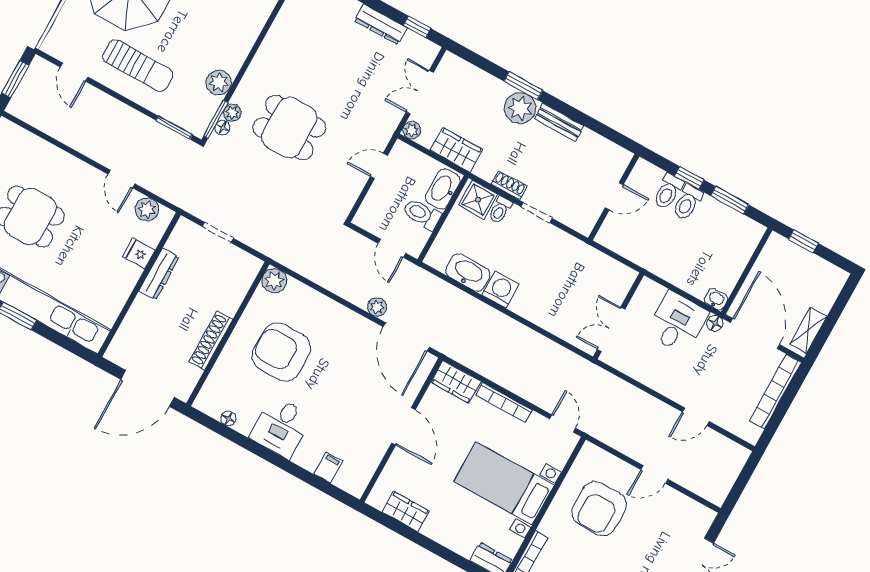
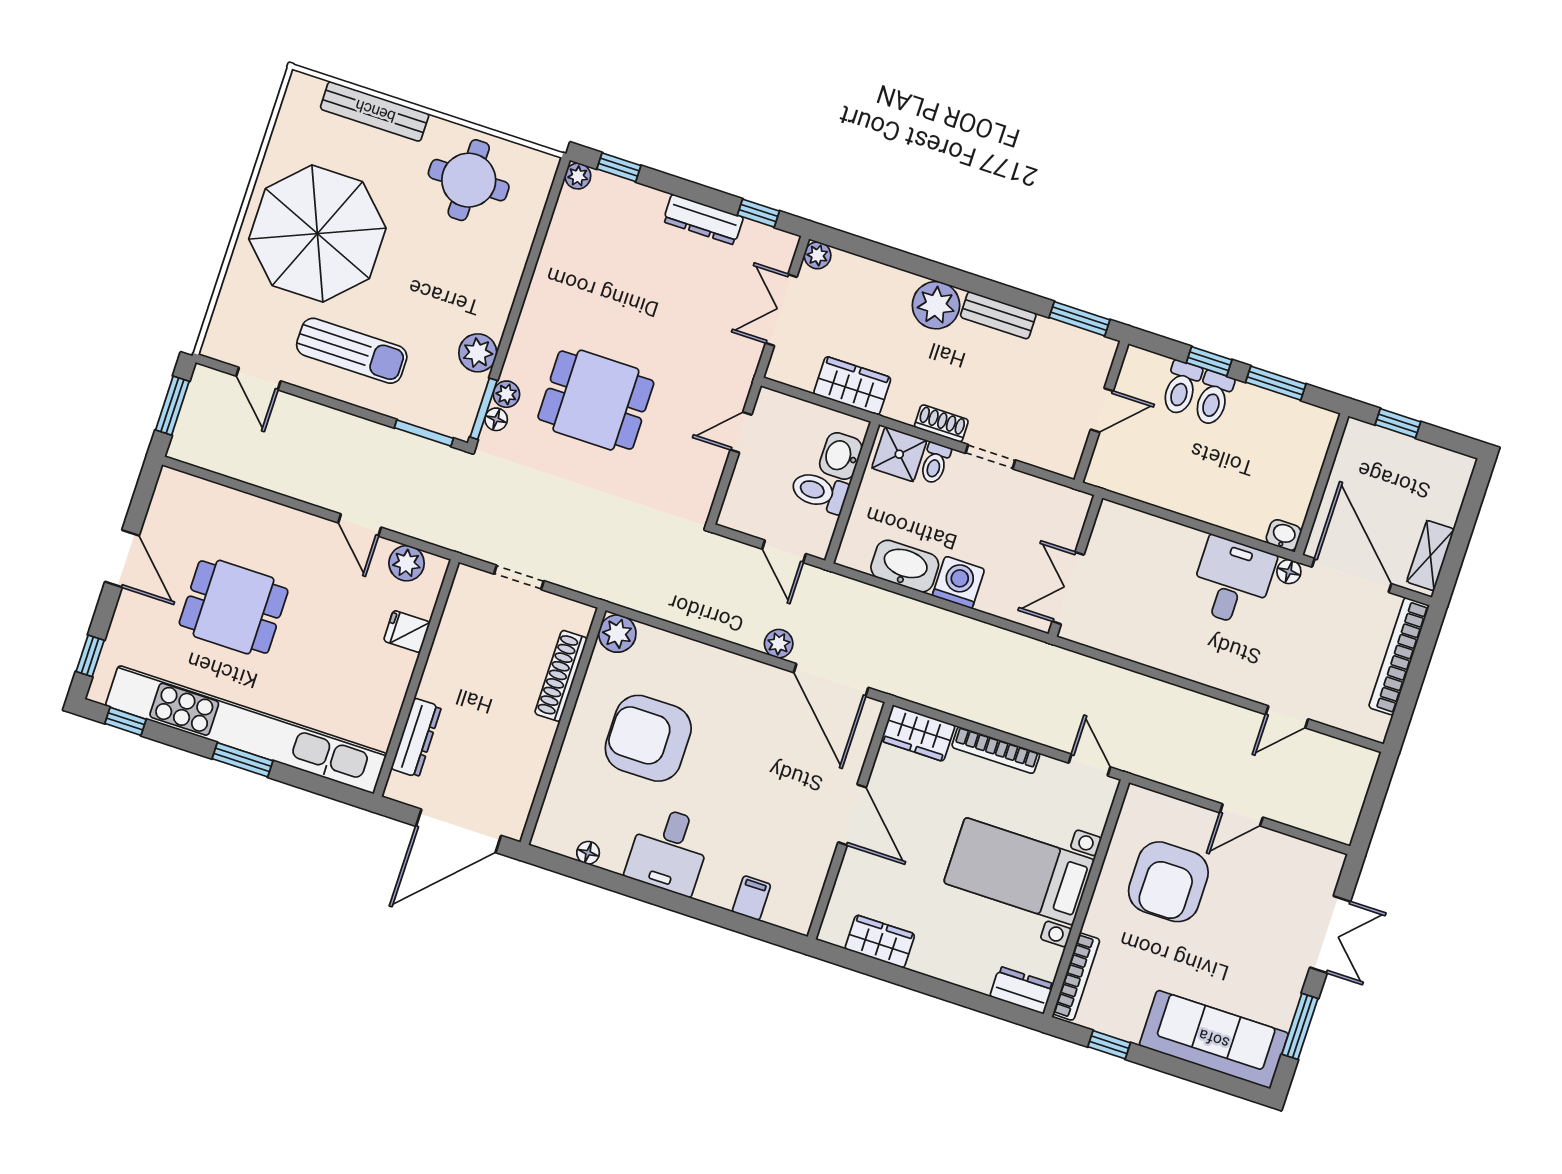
window: (523, 86) -> (1079, 319), moved
plant: (412, 130) -> (817, 255), moved
washbasin: (443, 189) -> (841, 456), width x0.72
dresser: (159, 274) -> (416, 738), moved
wall: (618, 316) -> (1075, 566), moved
double door: (611, 329) -> (1068, 588), moved
shoe rack: (211, 341) -> (561, 676), moved

